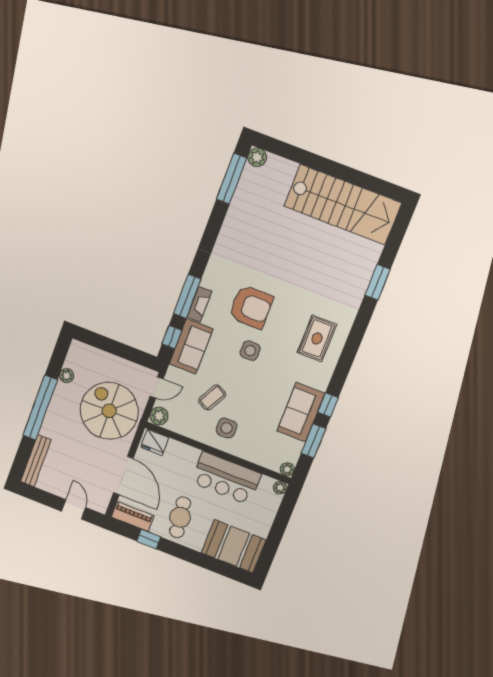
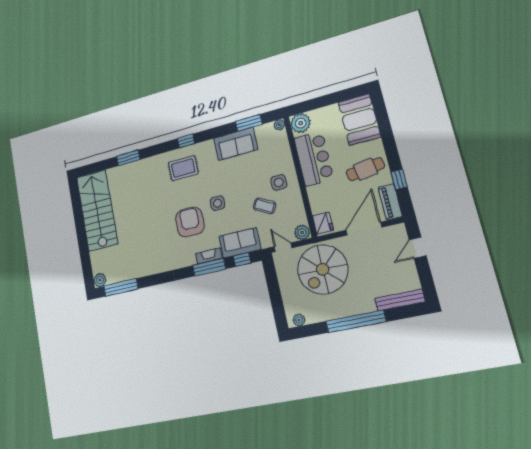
plant: (67, 376) -> (299, 320), moved
window: (328, 405) -> (186, 141), moved
plant: (280, 488) -> (301, 123), width x1.88, depth x1.88

